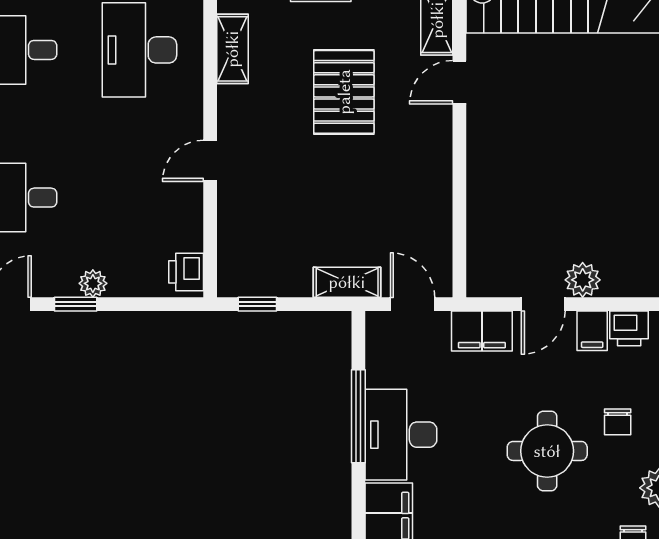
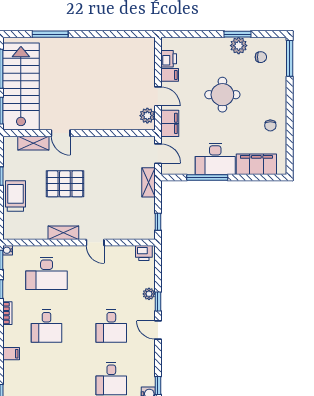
shelving: (232, 49) -> (63, 233), moved
plant: (583, 280) -> (147, 116), moved
door: (413, 304) -> (158, 154), swing flipped
chair: (618, 422) -> (210, 64), removed

